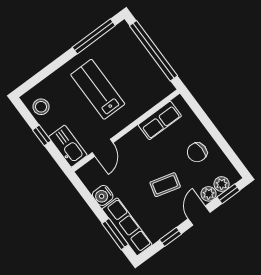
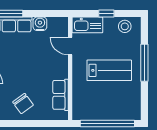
window: (94, 36) -> (144, 63), moved
chair: (197, 152) -> (23, 104), turned 145
coffee table: (165, 185) -> (18, 68), removed

